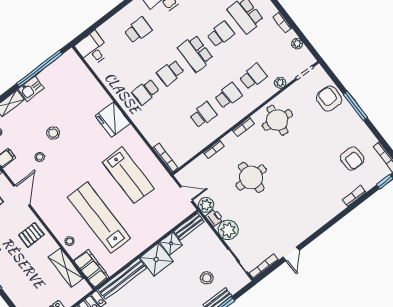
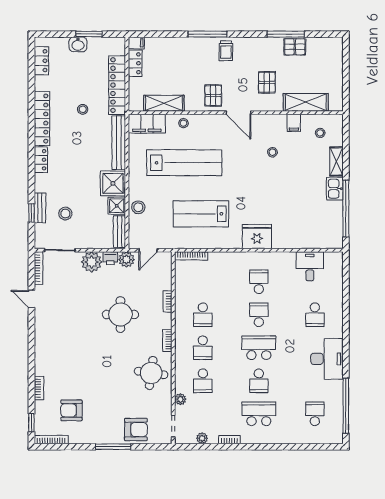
desk: (93, 49) -> (310, 266), moved, turned -90
stool: (53, 133) -> (138, 207), moved
door: (22, 195) -> (239, 113), moved

